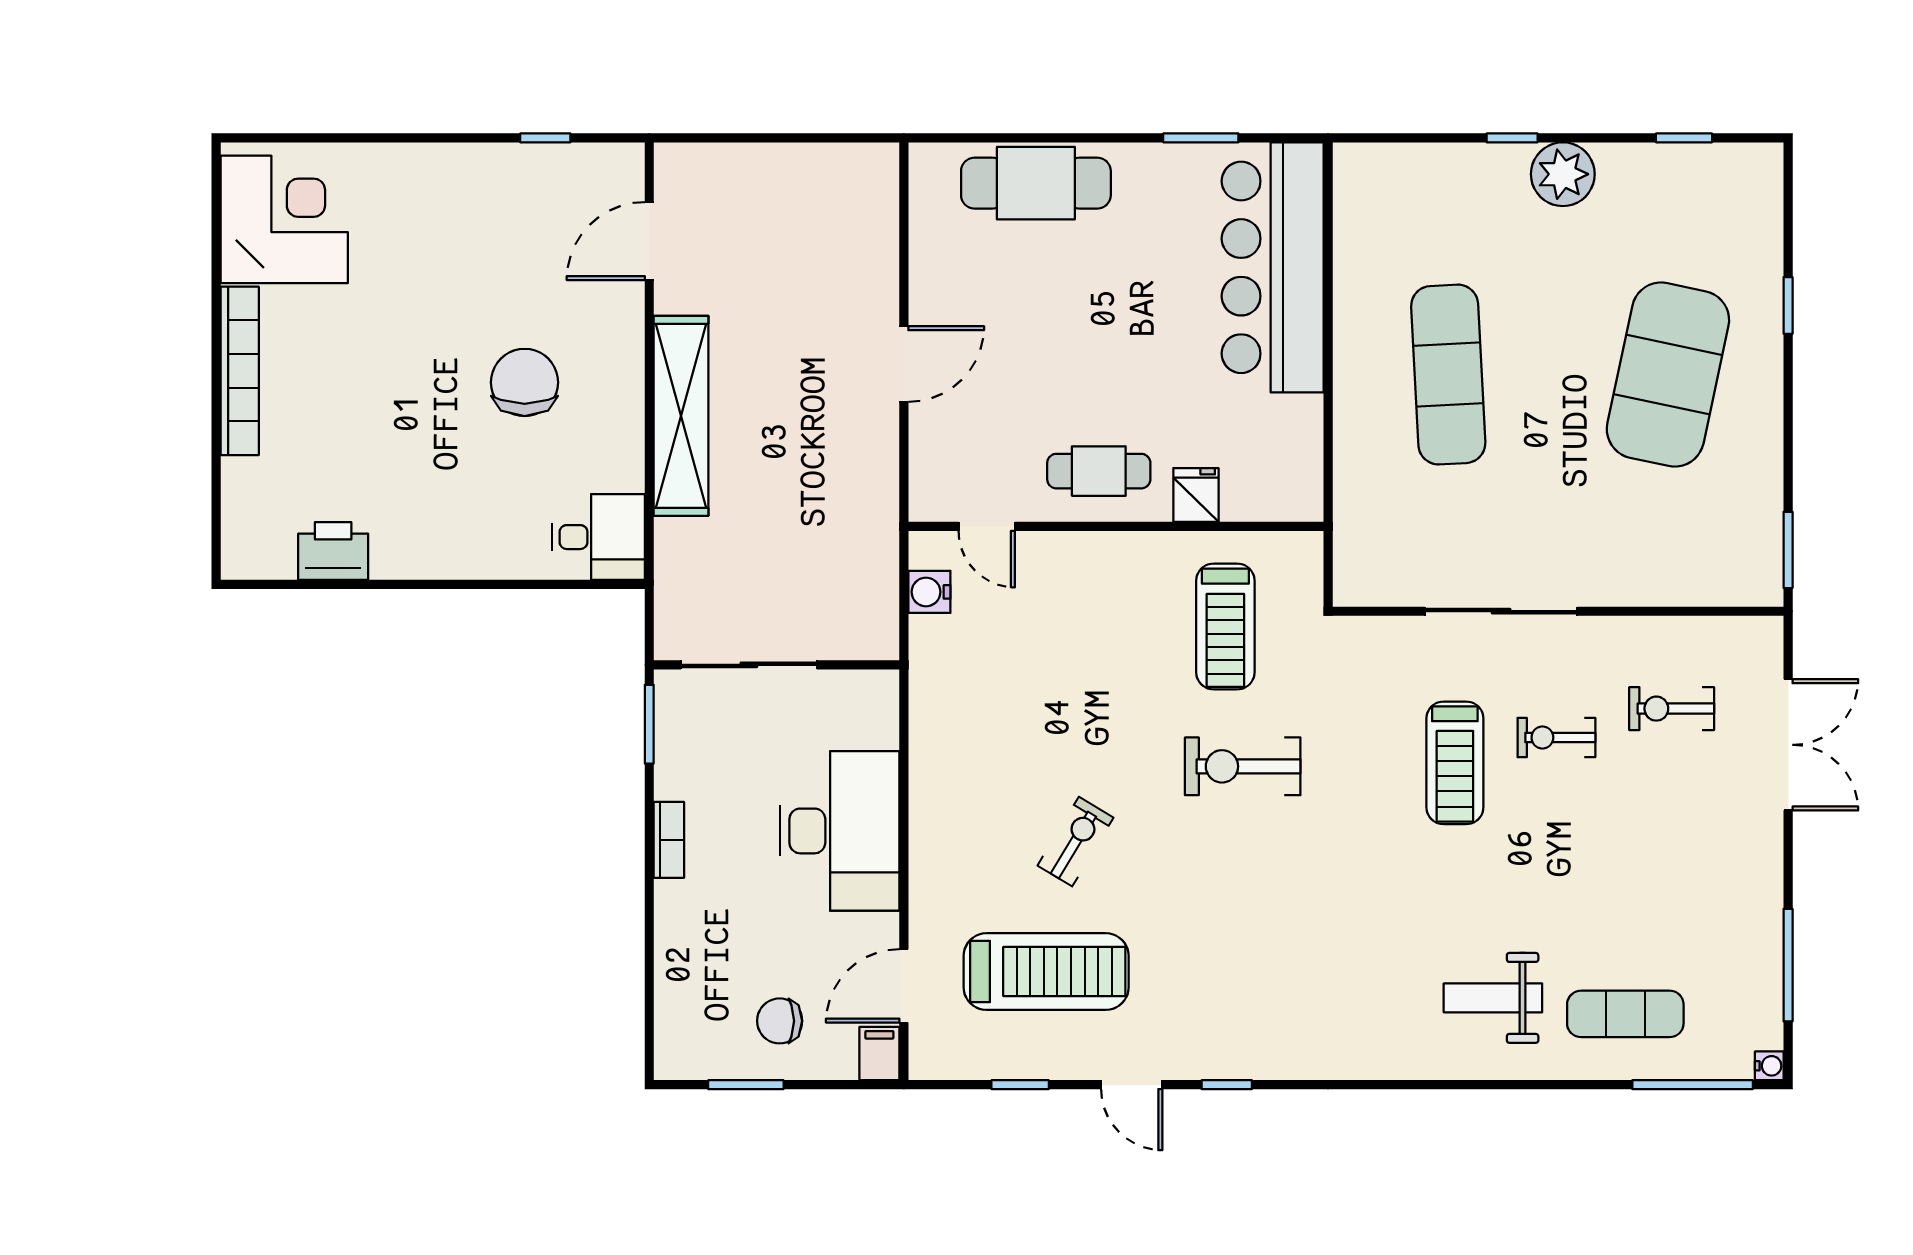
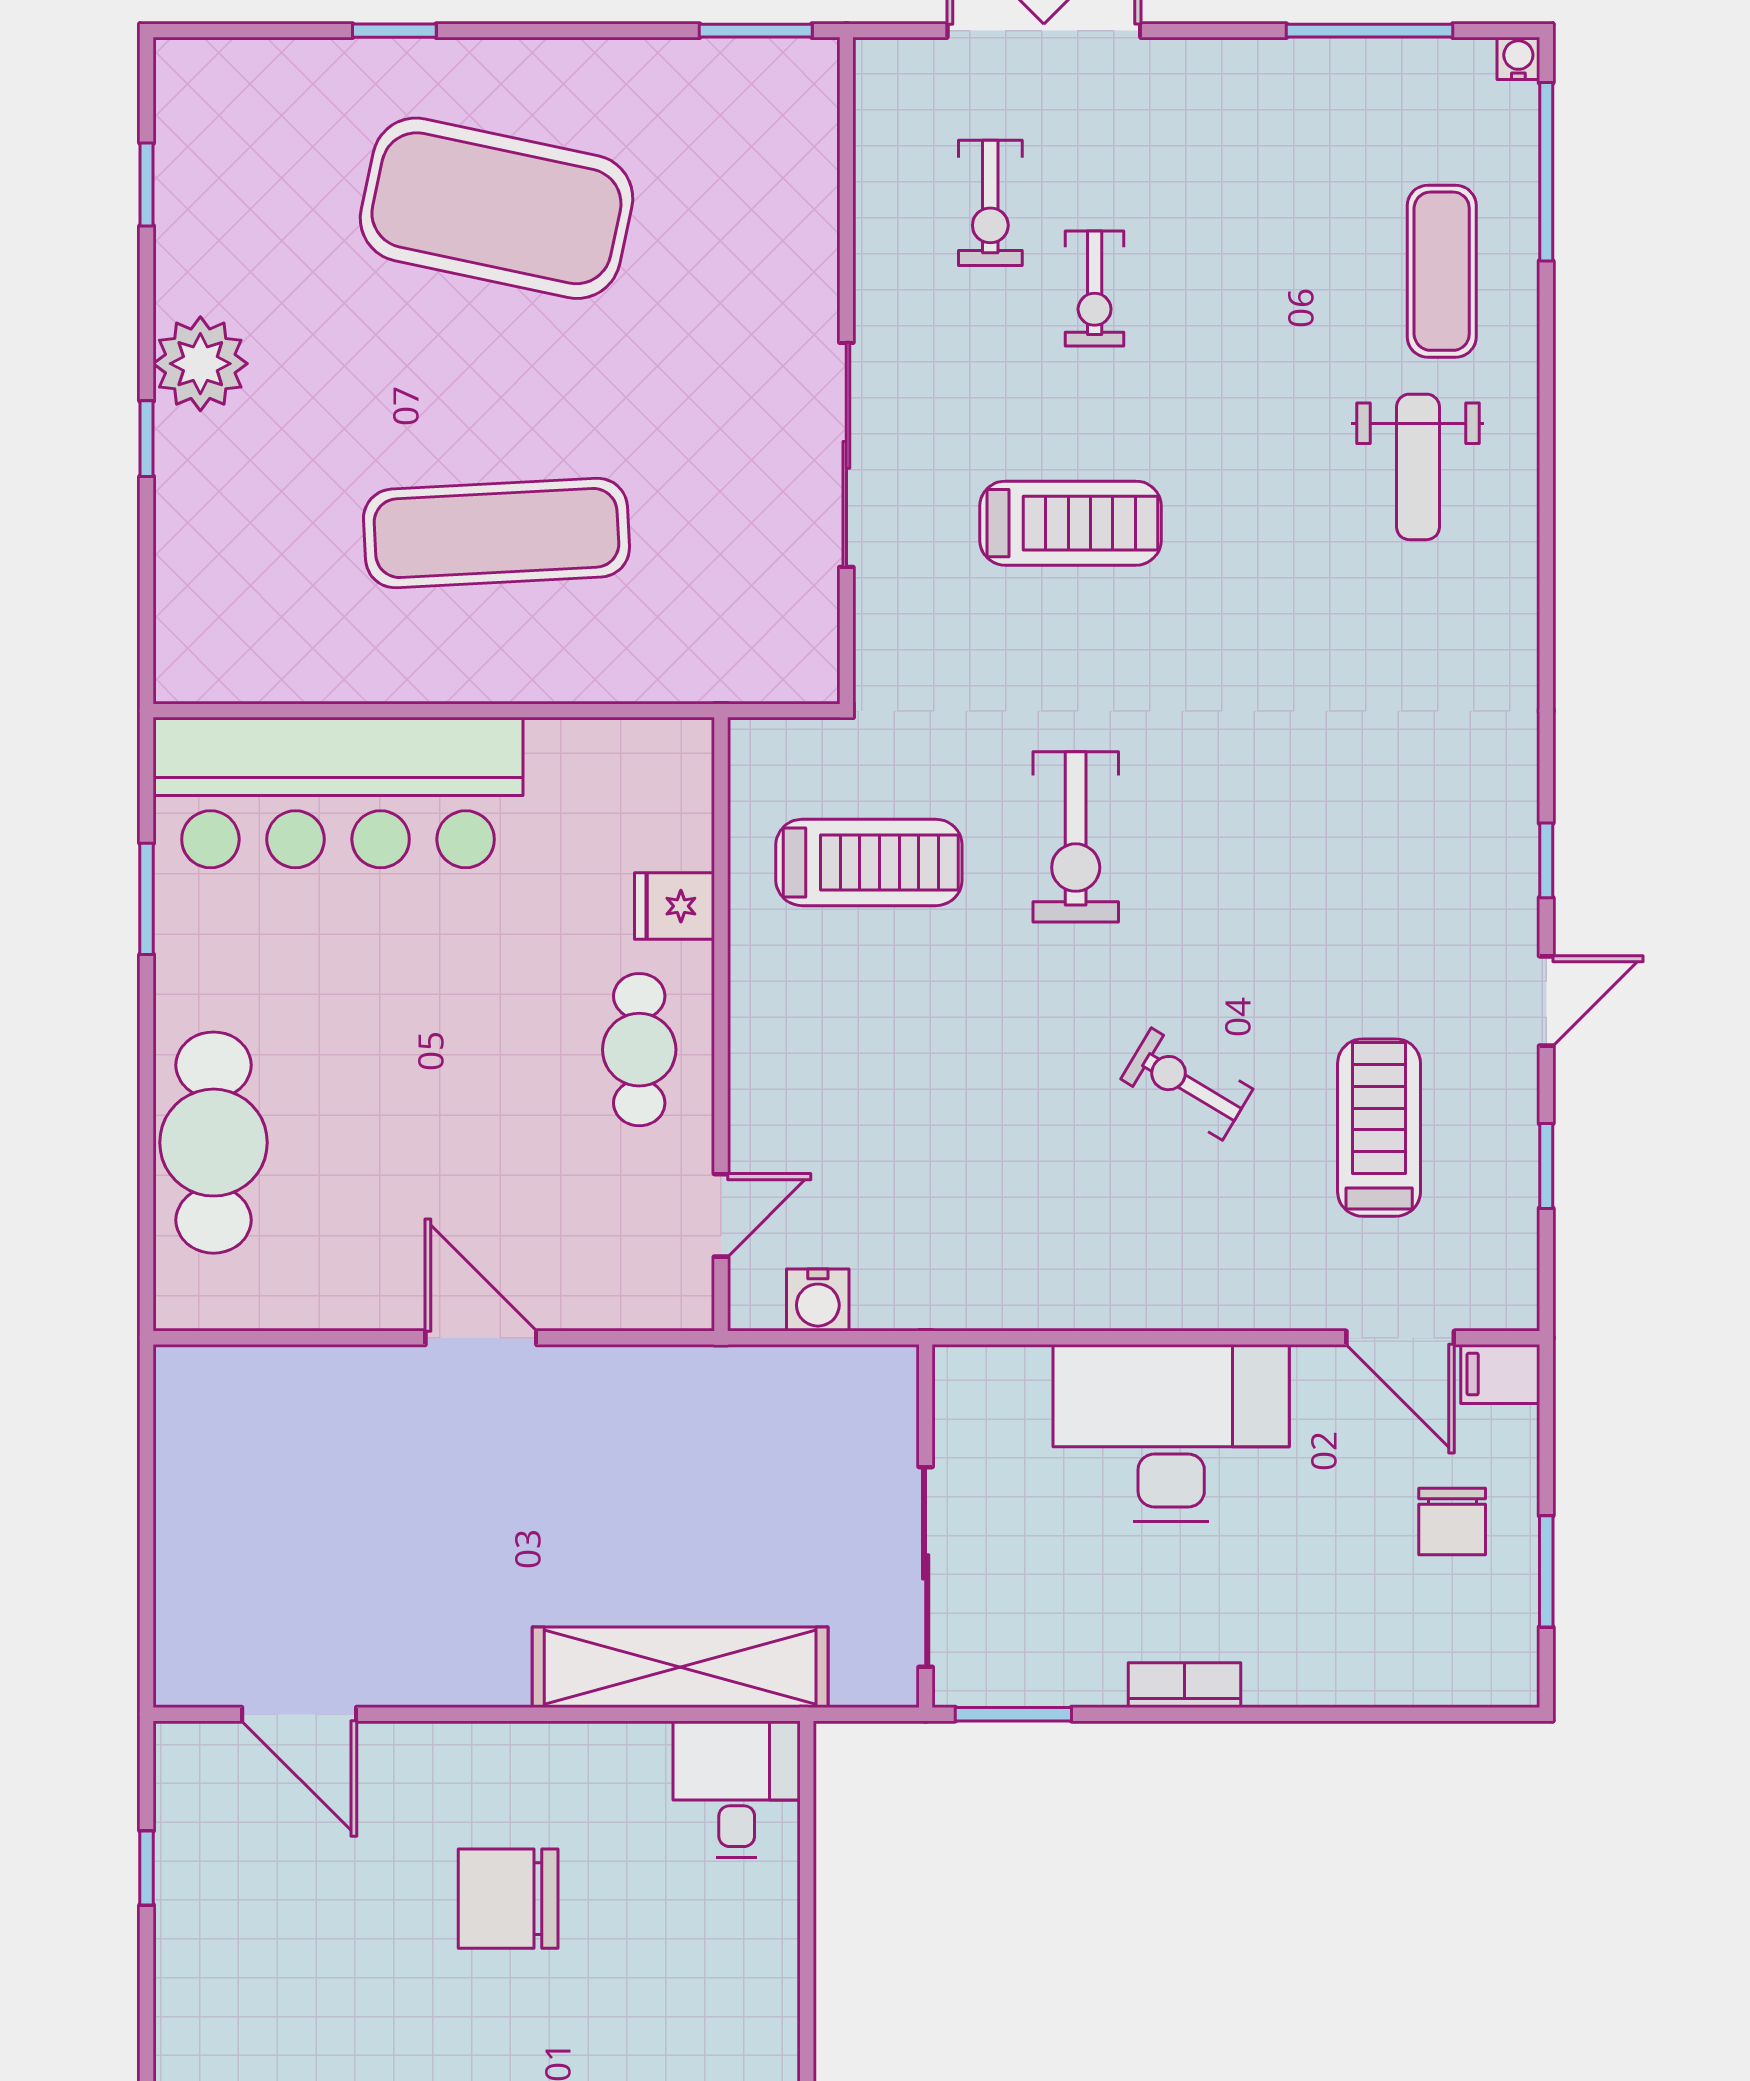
shelving: (681, 416) -> (680, 1667), moved
exercise bike: (1556, 737) -> (1095, 289), moved
treadmill: (1046, 972) -> (1379, 1128), width x0.73, depth x0.73

